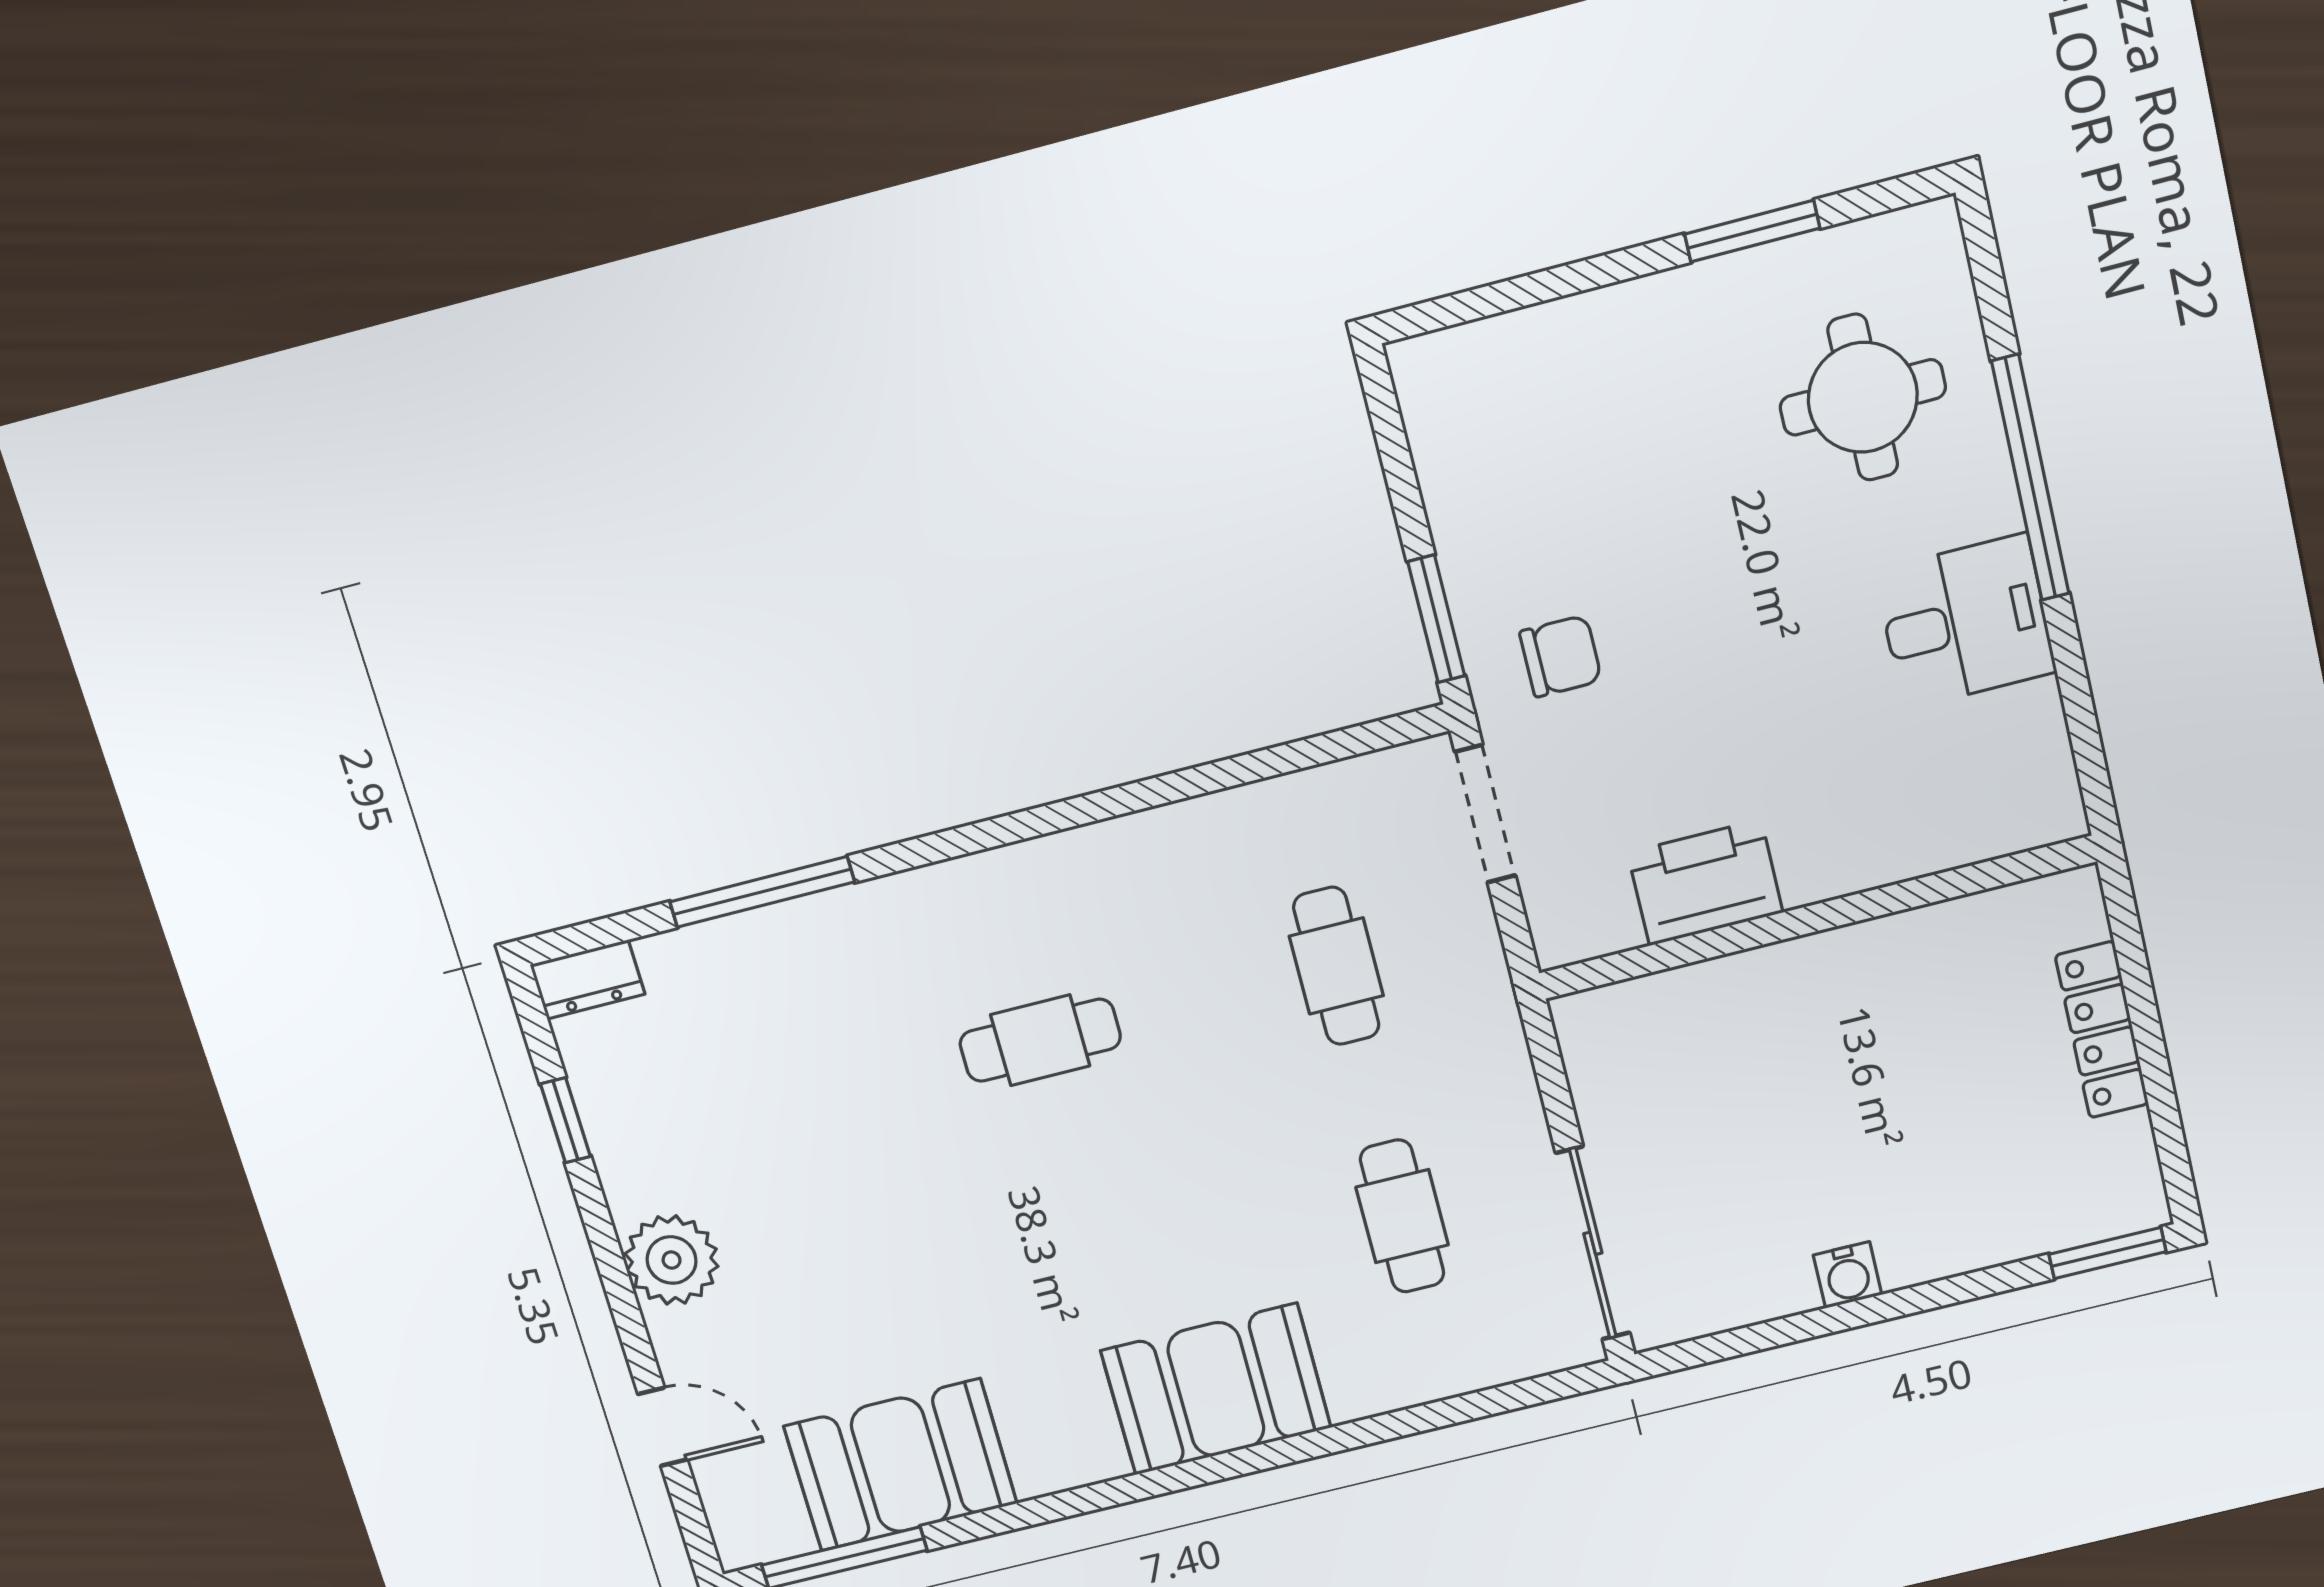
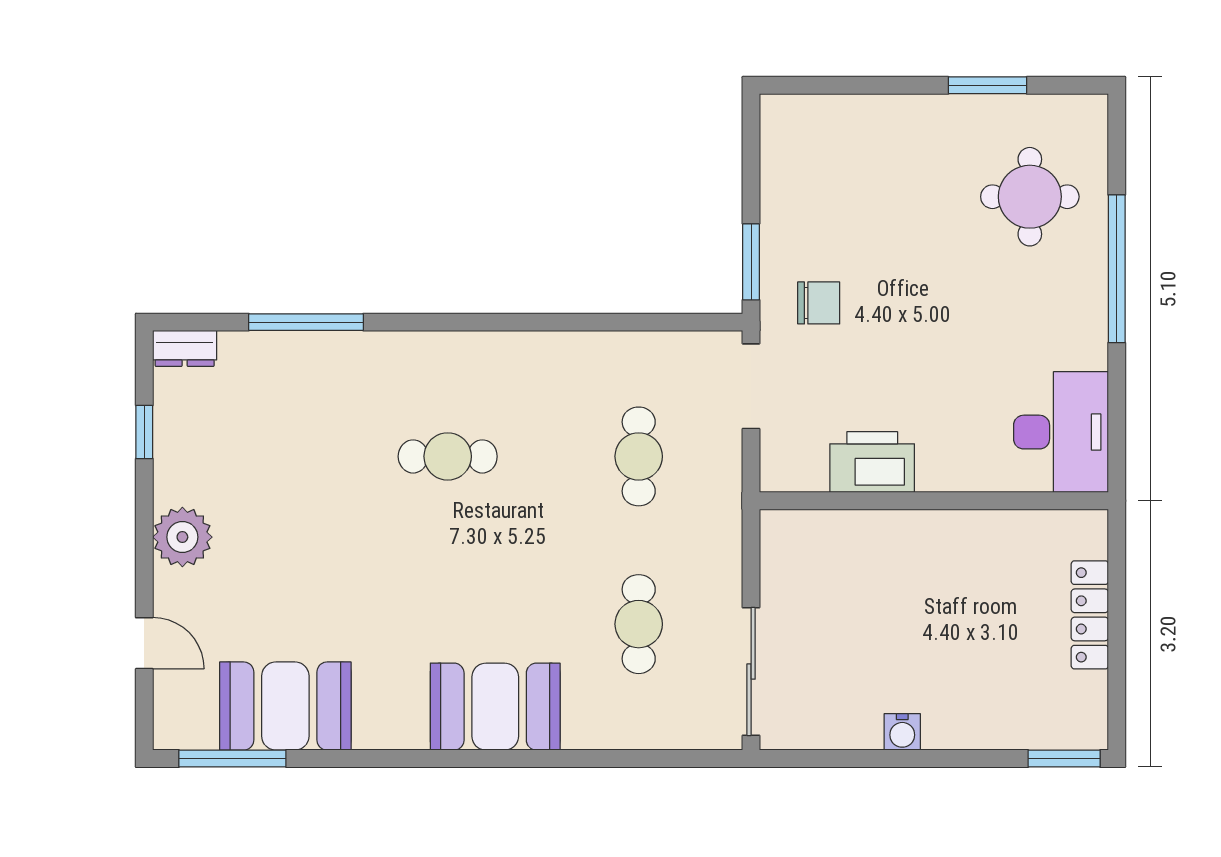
desk: (1965, 622) -> (1061, 432), moved, width x1.37

